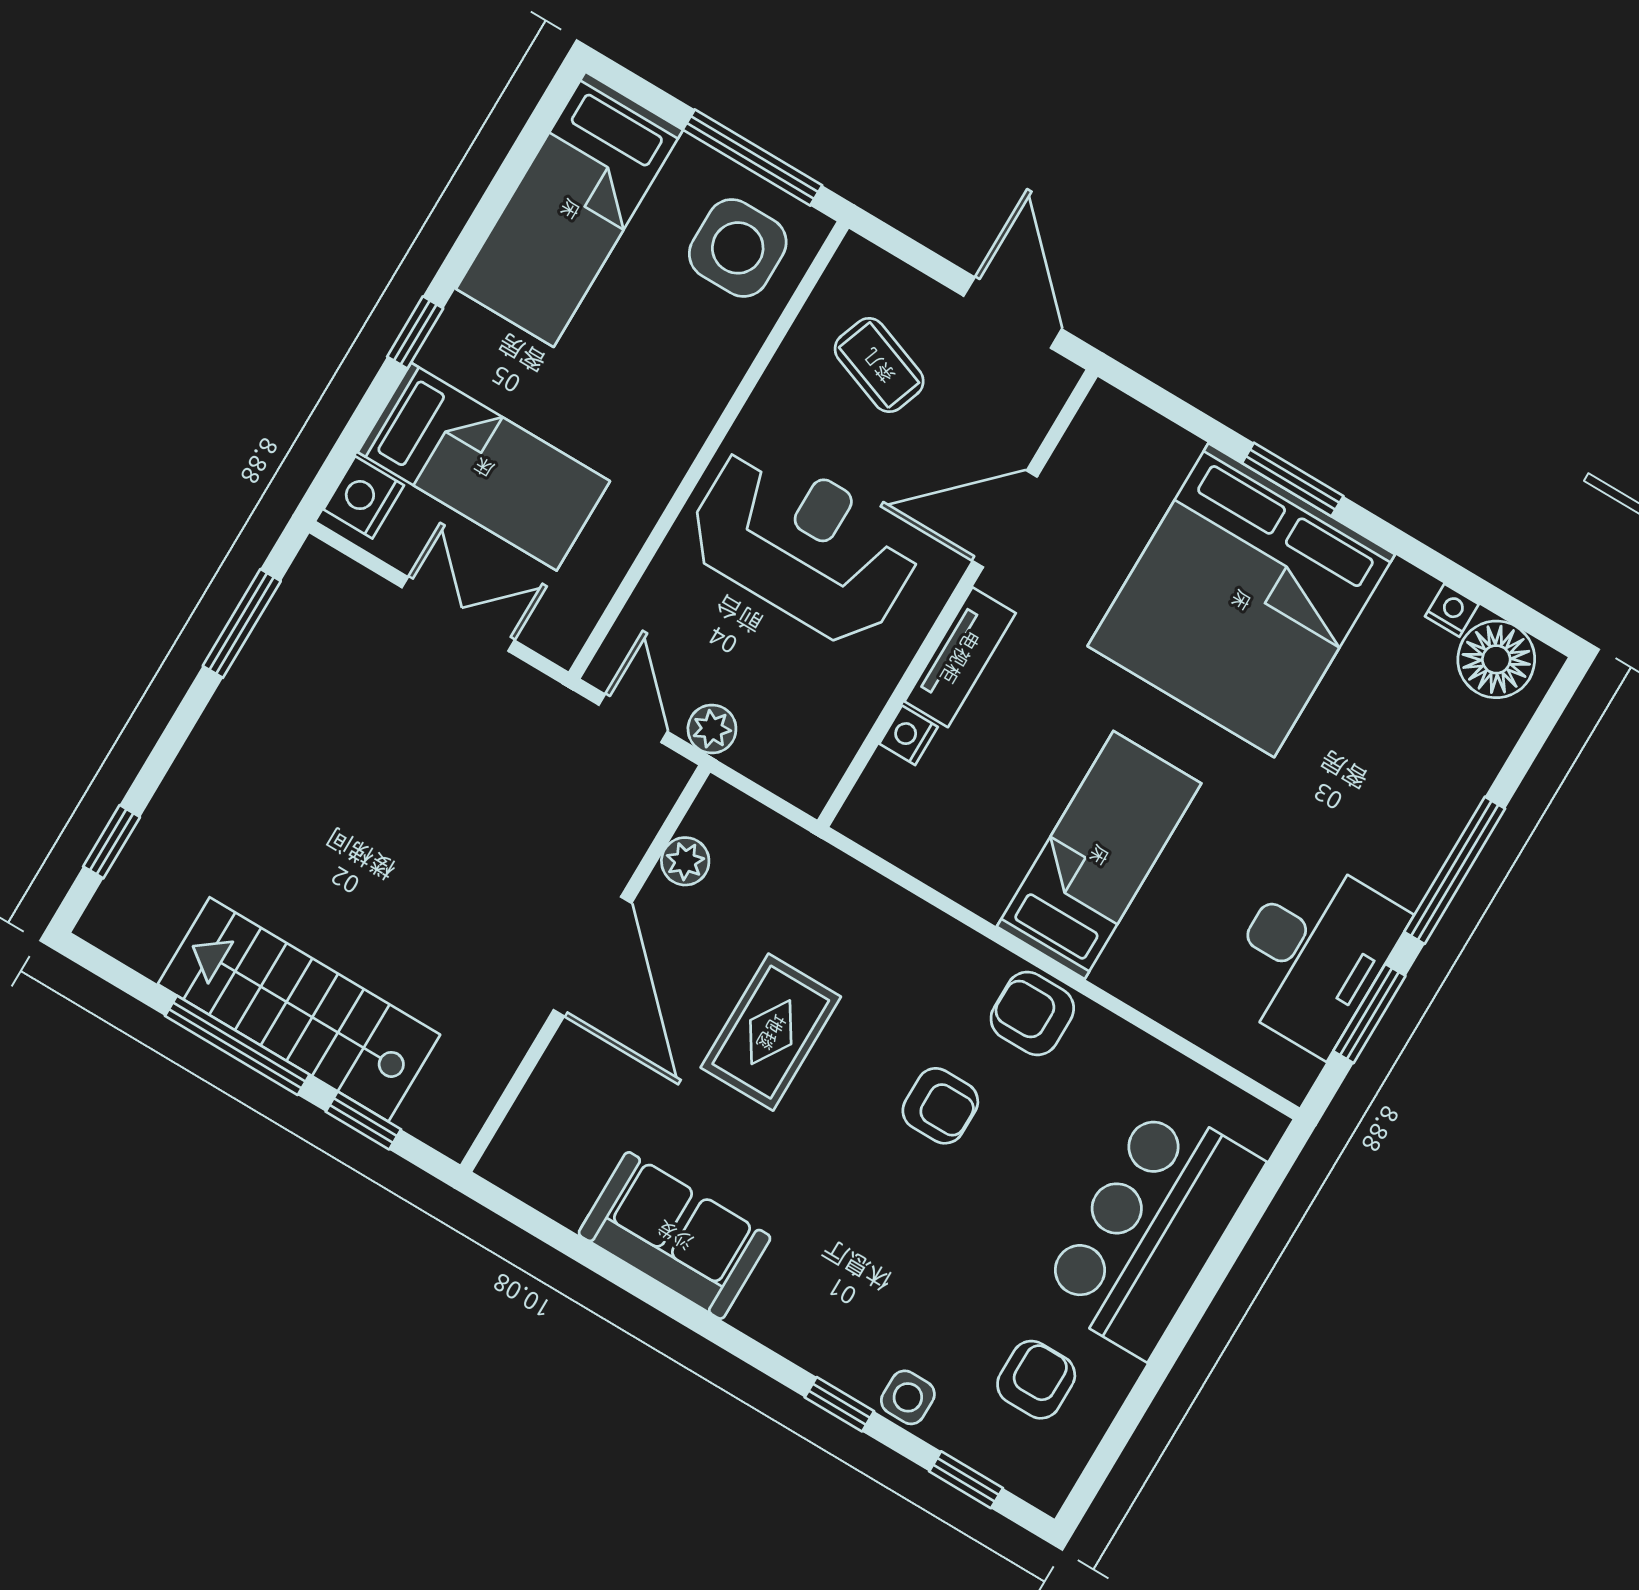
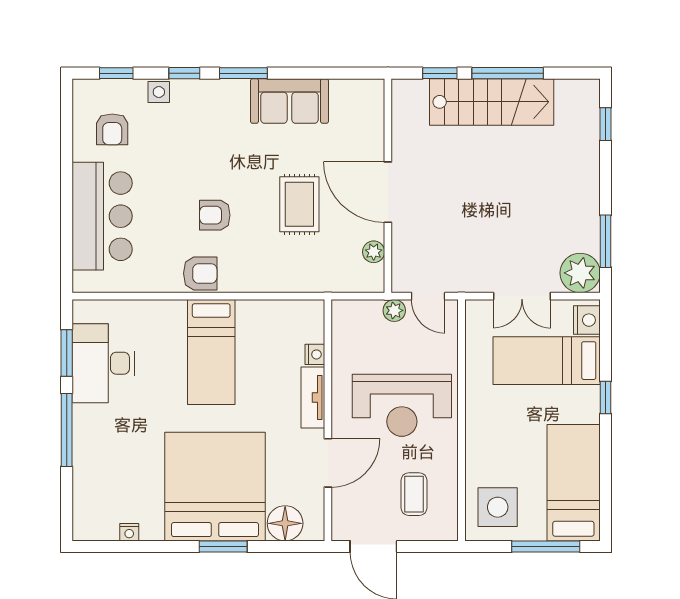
window: (753, 157) -> (546, 546), moved
coffee table: (879, 365) -> (414, 494), turned 70
plant: (324, 593) -> (580, 273), added
floor lamp: (1496, 659) -> (285, 523), moved
window: (729, 1339) -> (243, 73), added

